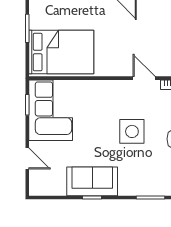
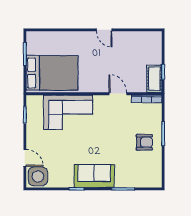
corner sofa: (51, 110) -> (68, 112), moved, turned 90
side table: (132, 131) -> (38, 176), moved
sofa: (92, 181) -> (94, 176), moved

